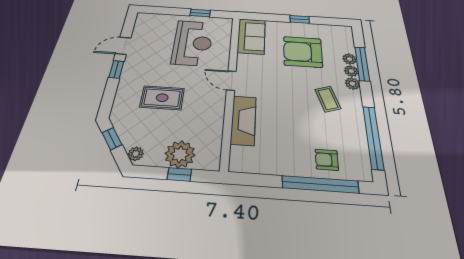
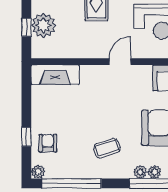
plant: (352, 84) -> (38, 172), moved
fireplace: (243, 120) -> (55, 75), moved
window: (320, 184) -> (26, 137), width x0.32

